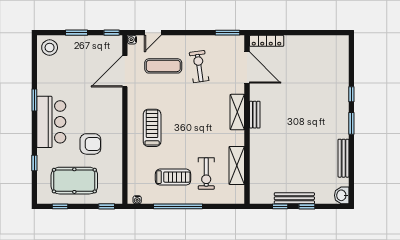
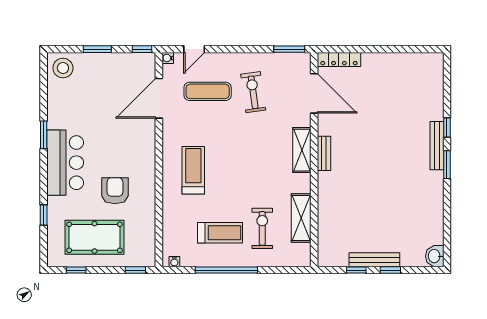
armchair: (90, 144) -> (115, 191), turned -90
bench: (344, 158) -> (437, 146), moved
exercise bike: (206, 174) -> (262, 228), turned 180

